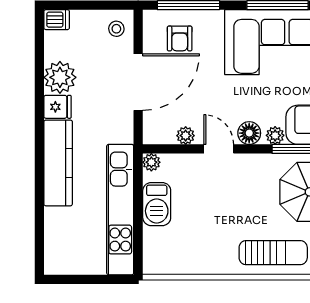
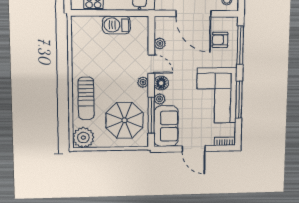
door: (219, 149) -> (151, 64), hinge flipped
plant: (151, 162) -> (143, 82), moved

